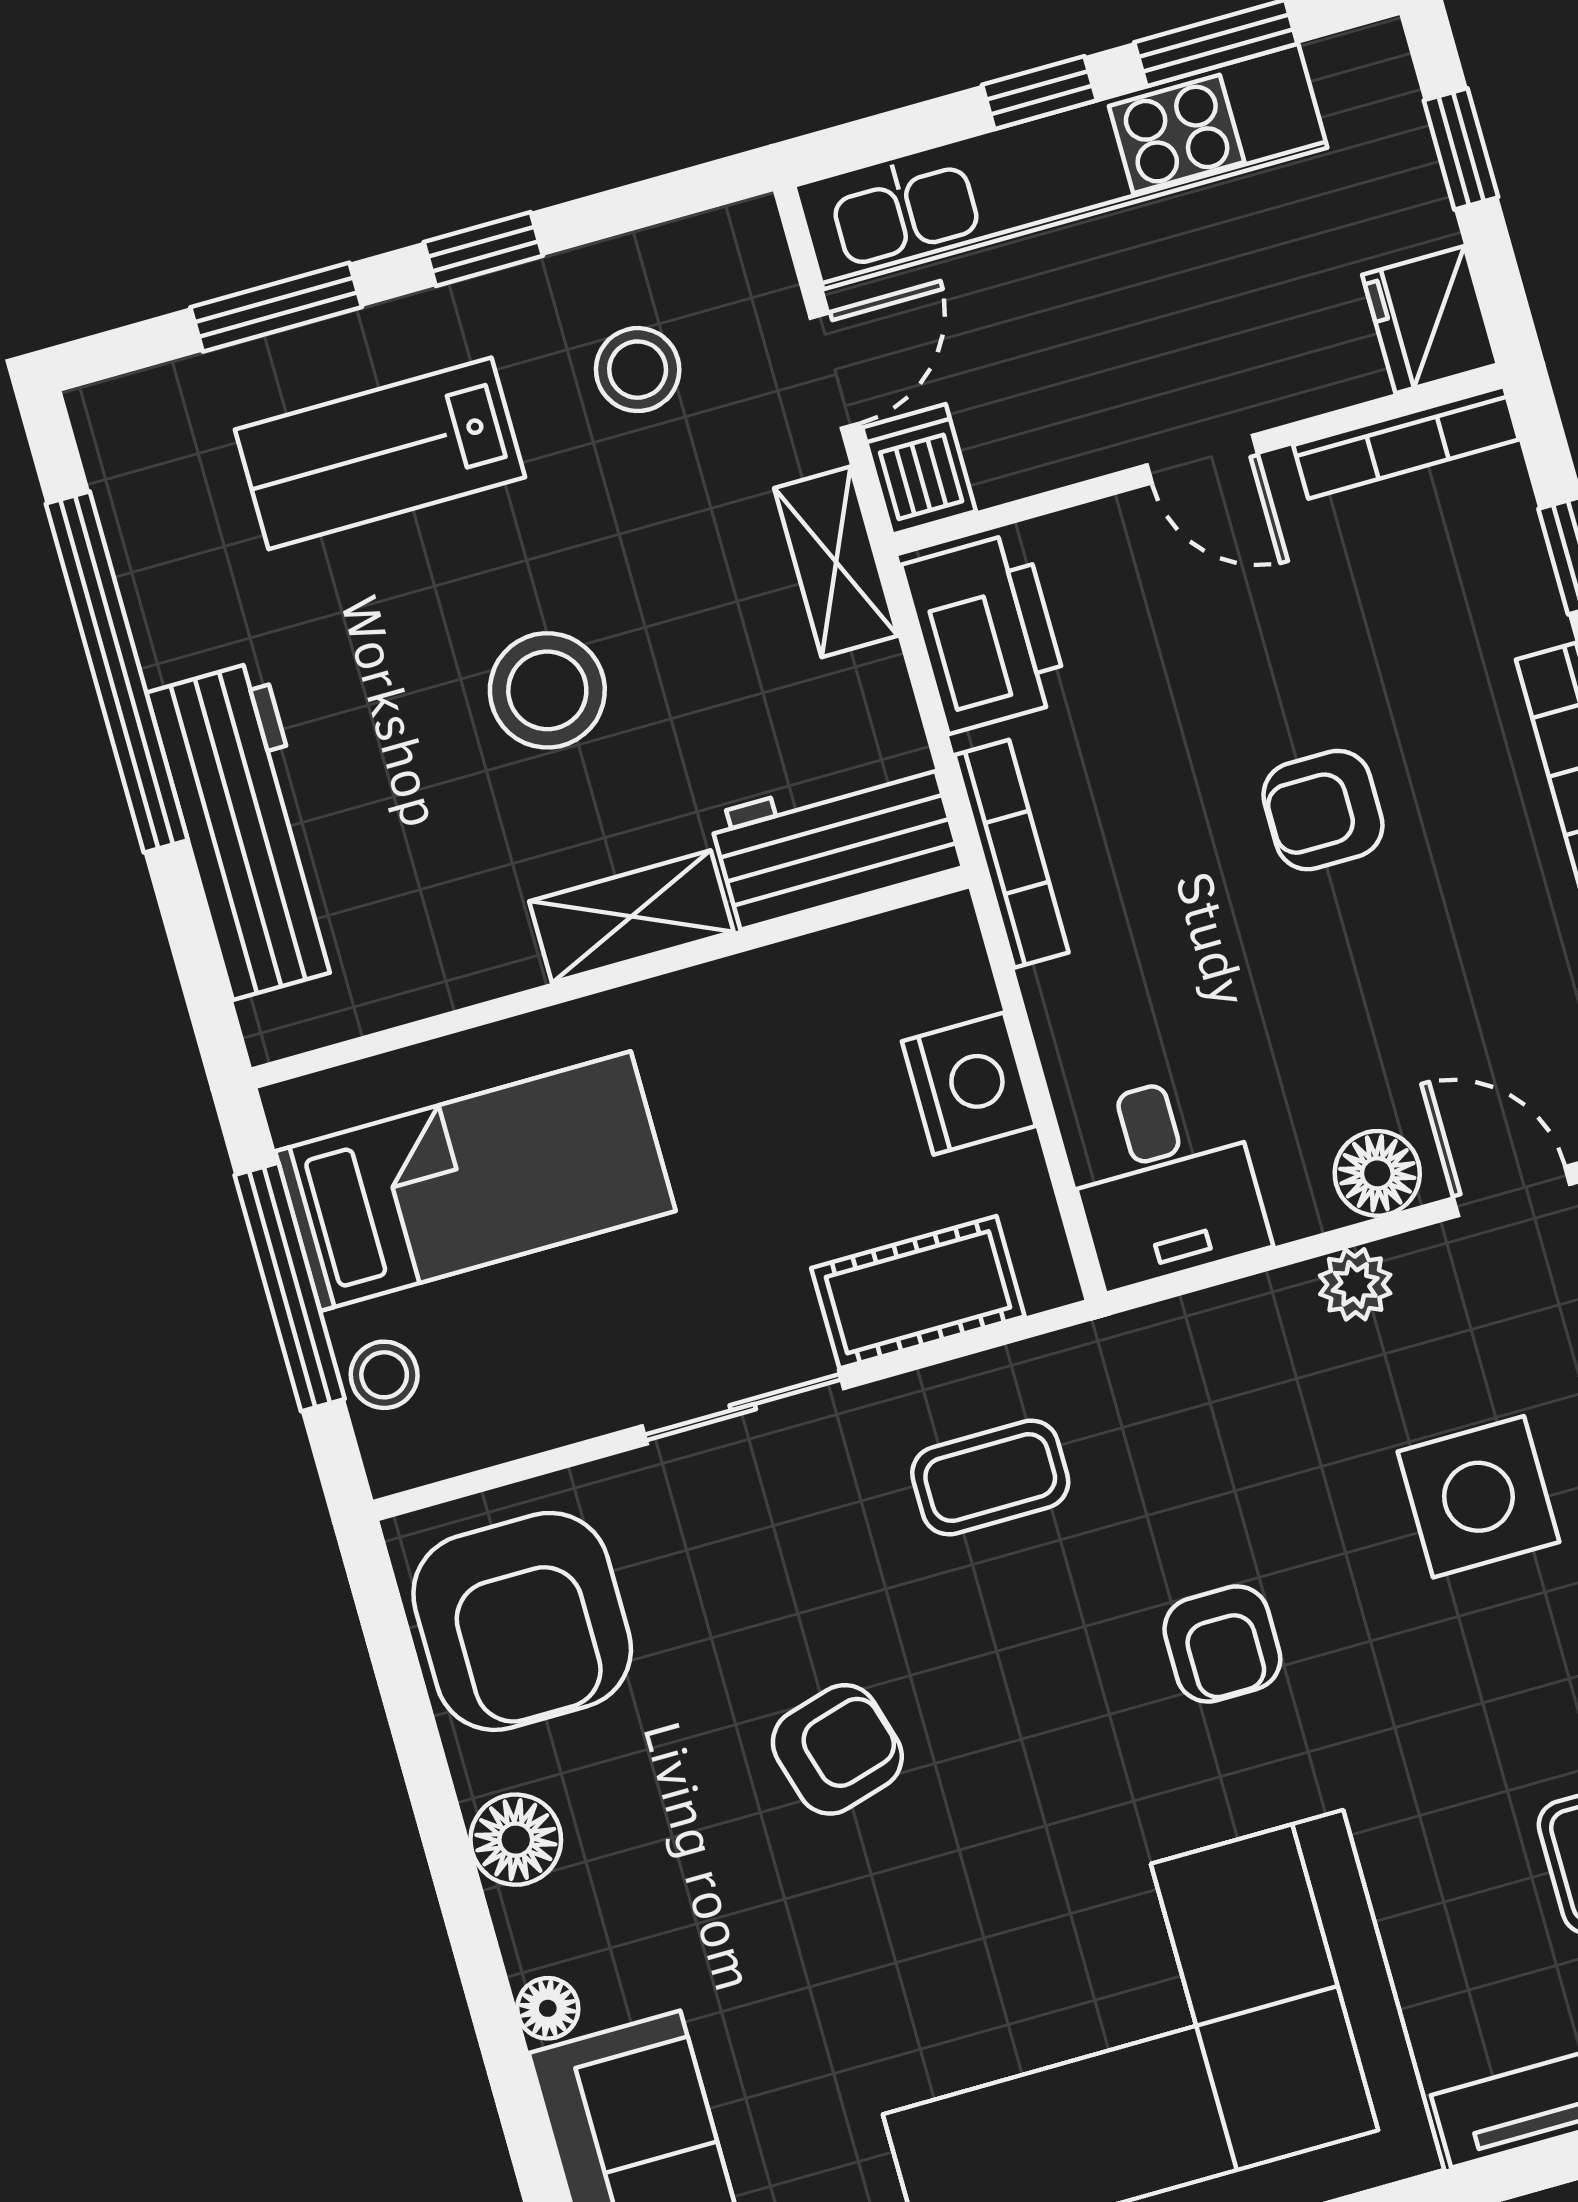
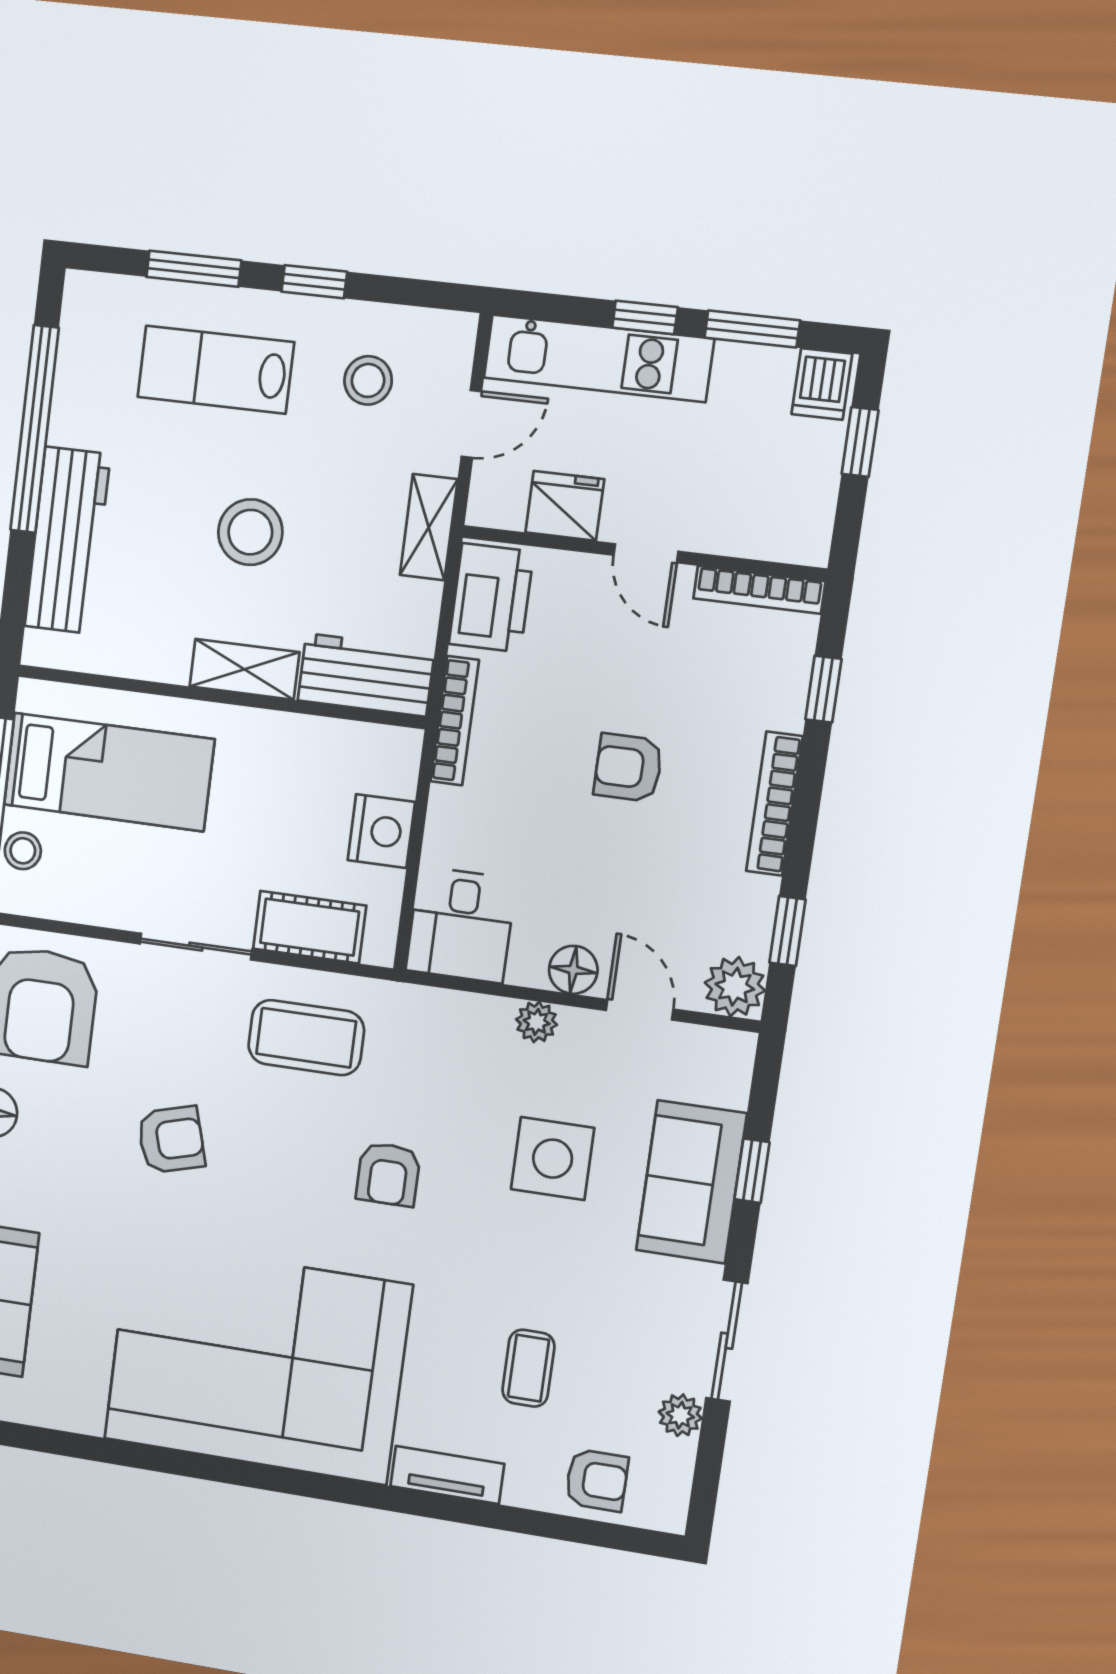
kitchen unit: (1061, 167) -> (598, 358), width x0.73
fridge: (1430, 320) -> (565, 506), moved, turned 90
dishwasher: (919, 469) -> (822, 384), moved, turned 180
coffee table: (990, 1478) -> (306, 1038), width x1.36, depth x1.30

